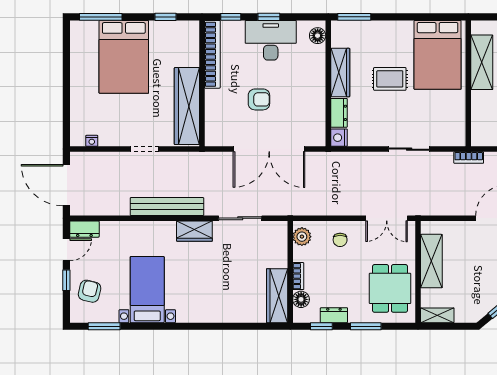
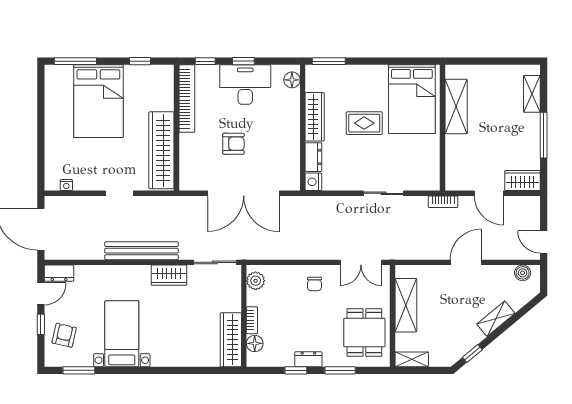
plant: (302, 237) -> (256, 281), moved
wall: (290, 272) -> (244, 316), moved
bookcase: (298, 276) -> (252, 320), moved
wardrobe: (277, 296) -> (231, 340), moved
floor lamp: (301, 299) -> (255, 343), moved

